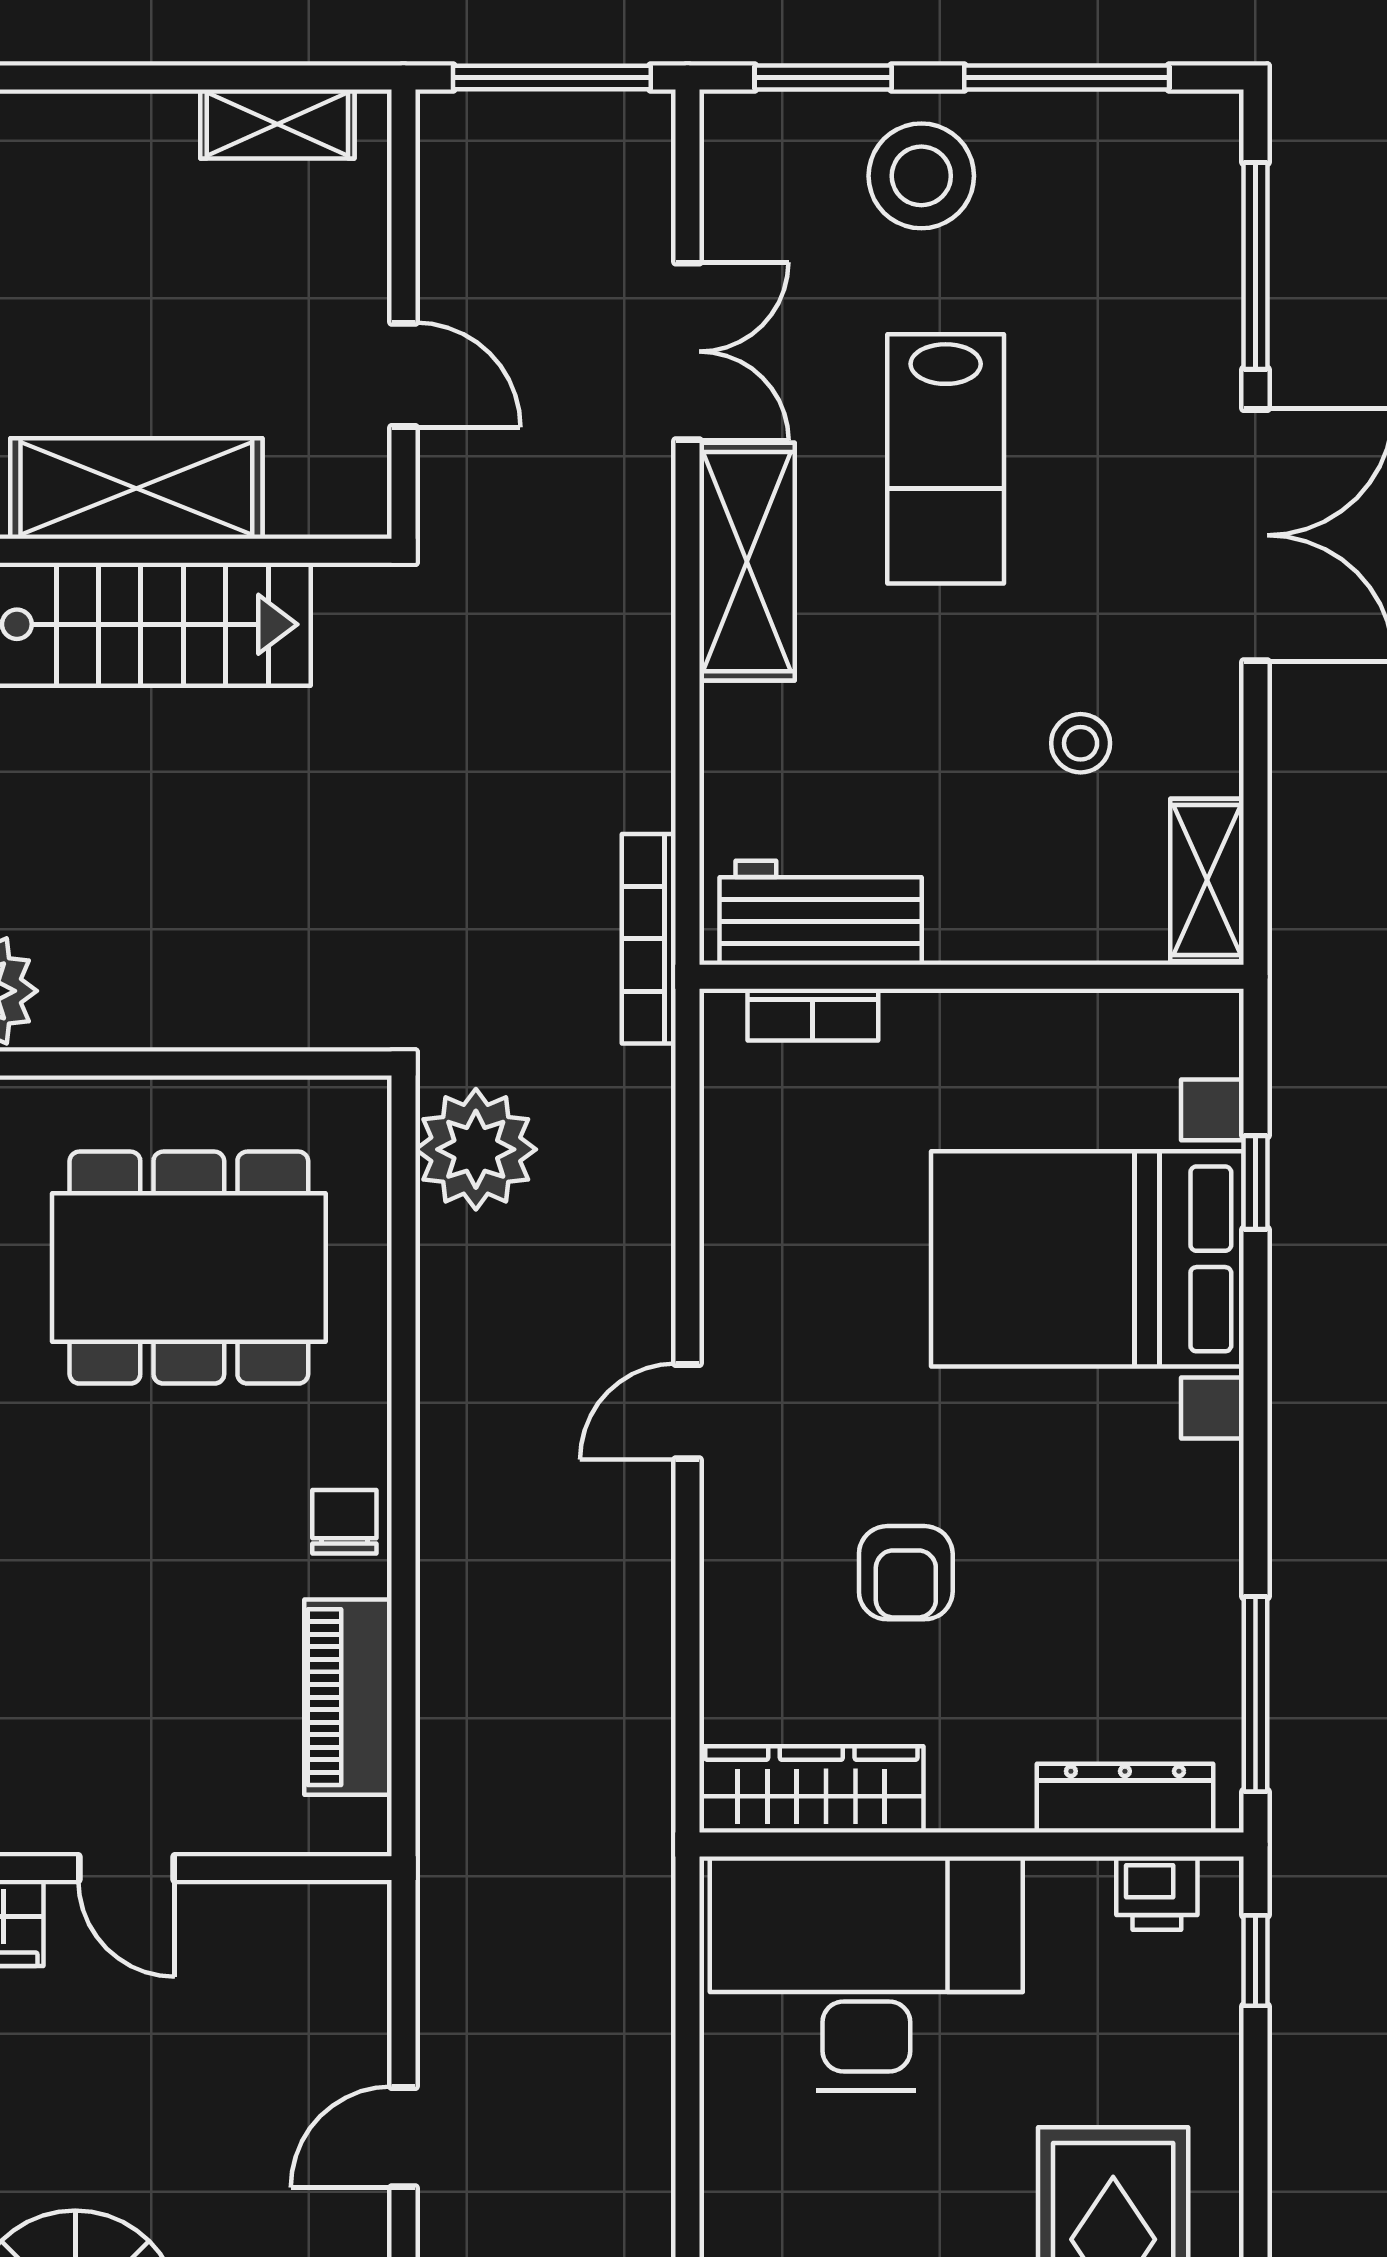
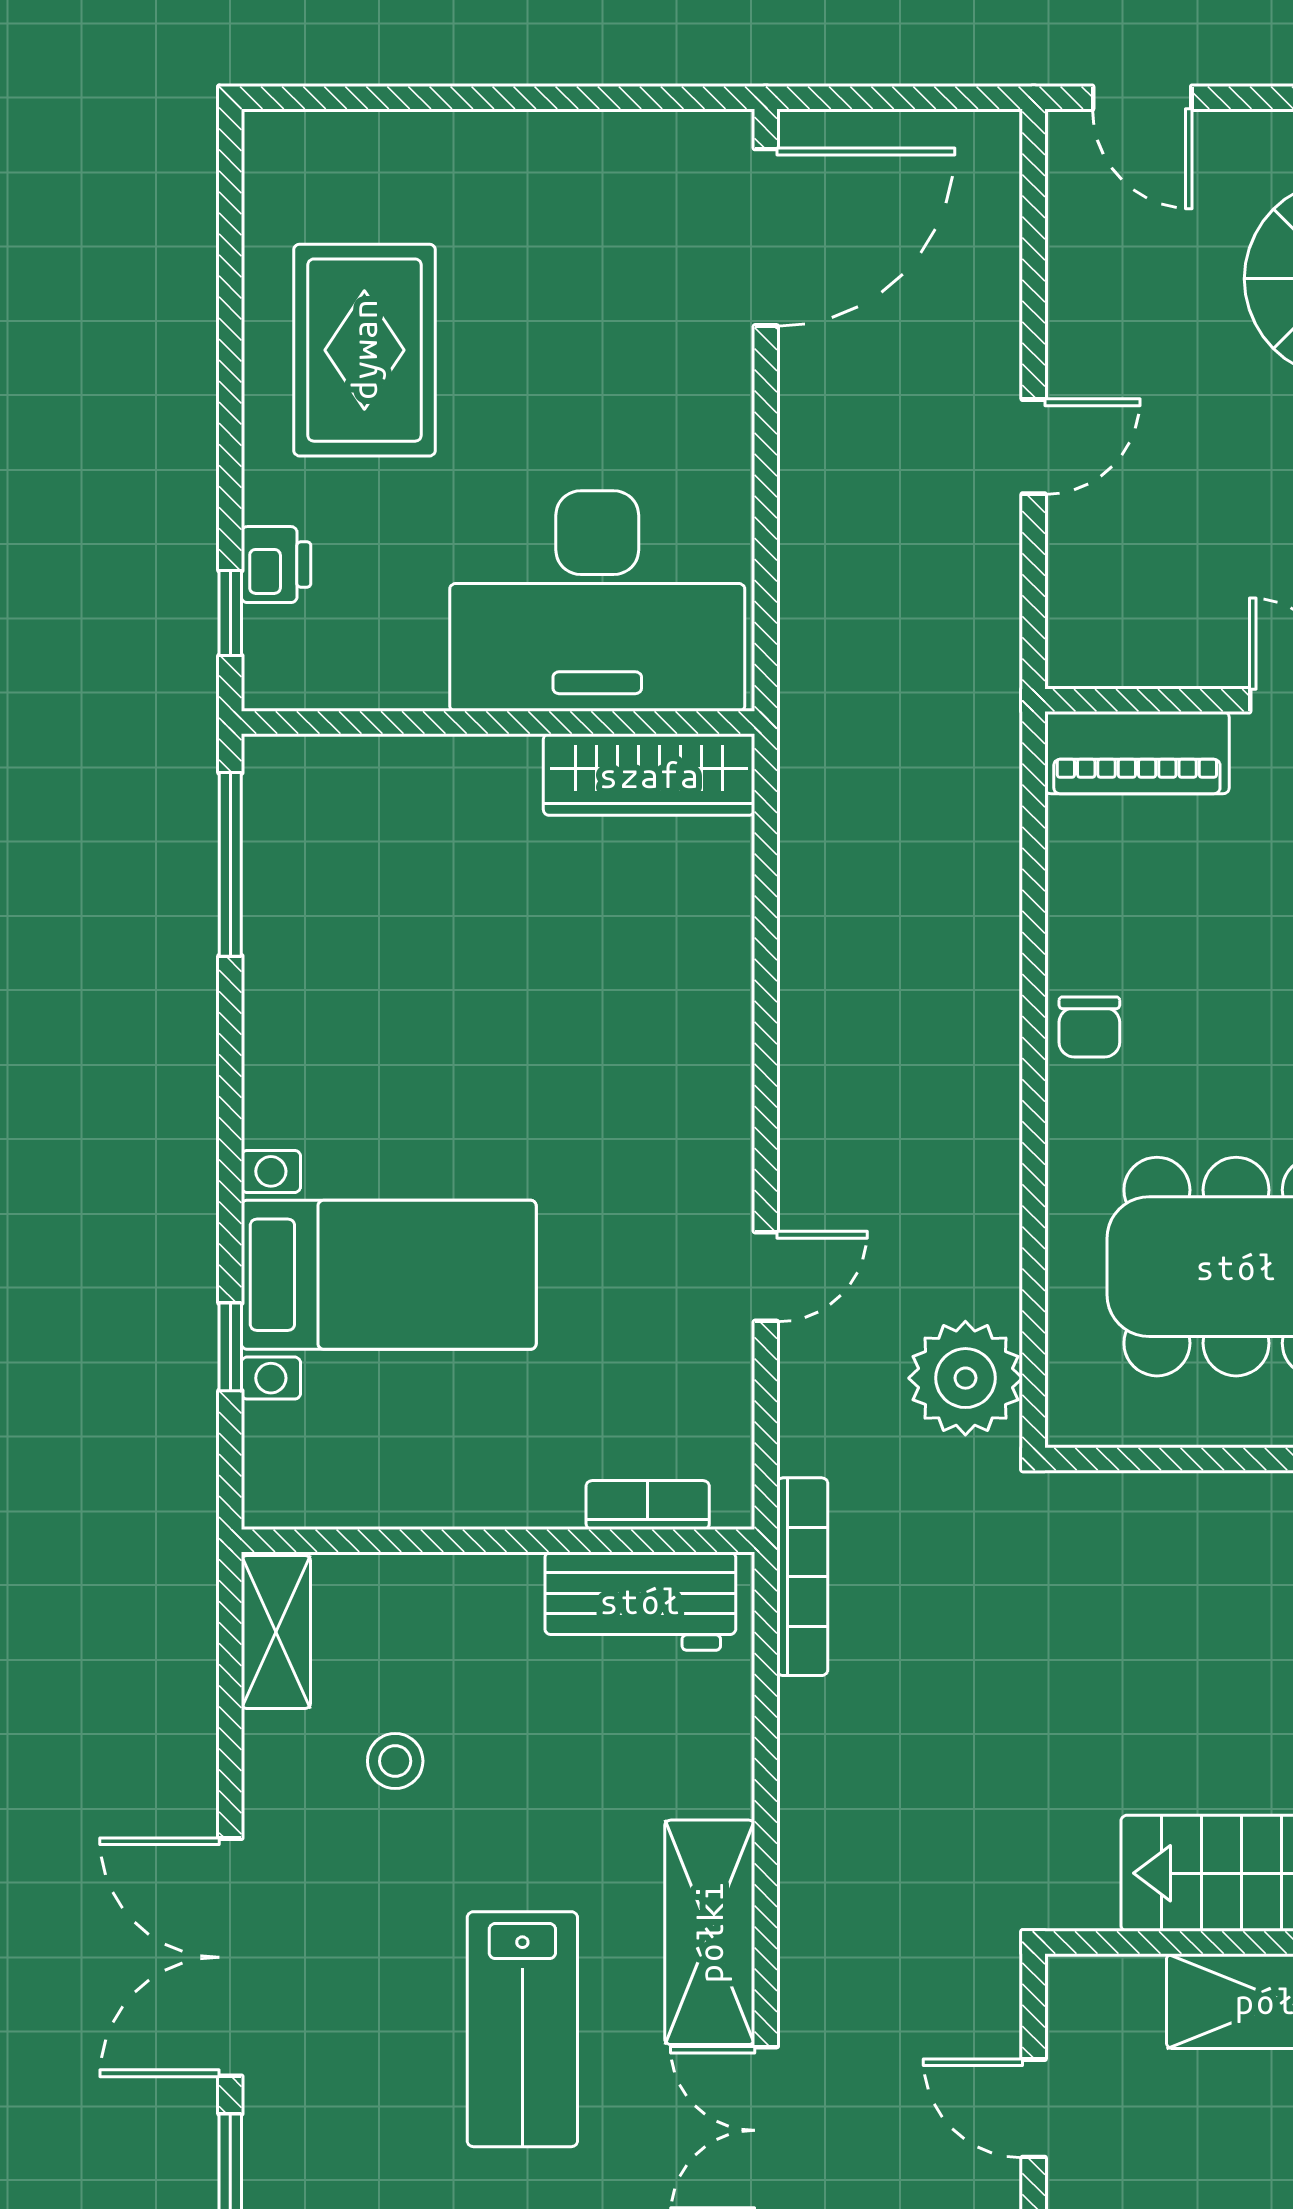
lab bench: (946, 459) -> (522, 2029), turned 180
bed with nightstands: (1087, 1259) -> (389, 1275), width x0.73
door: (688, 1412) -> (766, 1277), moved
armchair: (906, 1573) -> (560, 979), removed
piano: (348, 1697) -> (1137, 753), moved, turned 90
dresser: (1125, 1798) -> (353, 766), removed
printer: (1157, 1893) -> (276, 565), moved, turned 90

